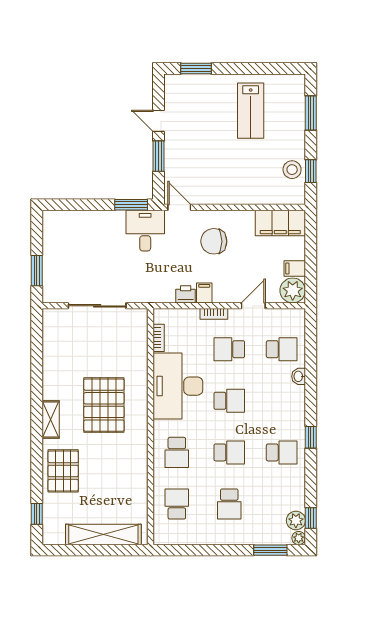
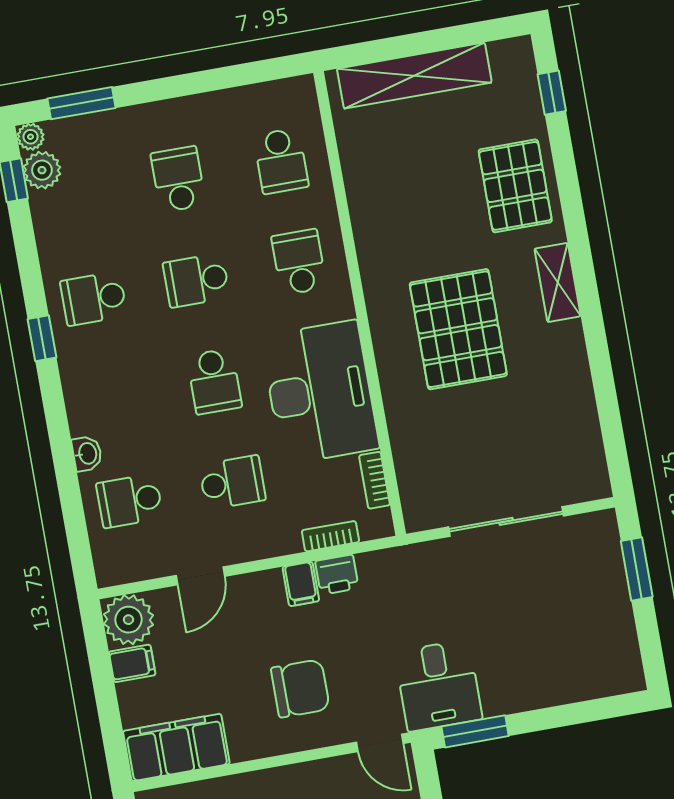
bookcase: (214, 314) -> (330, 536), moved
school desk: (229, 401) -> (214, 381), turned -90

